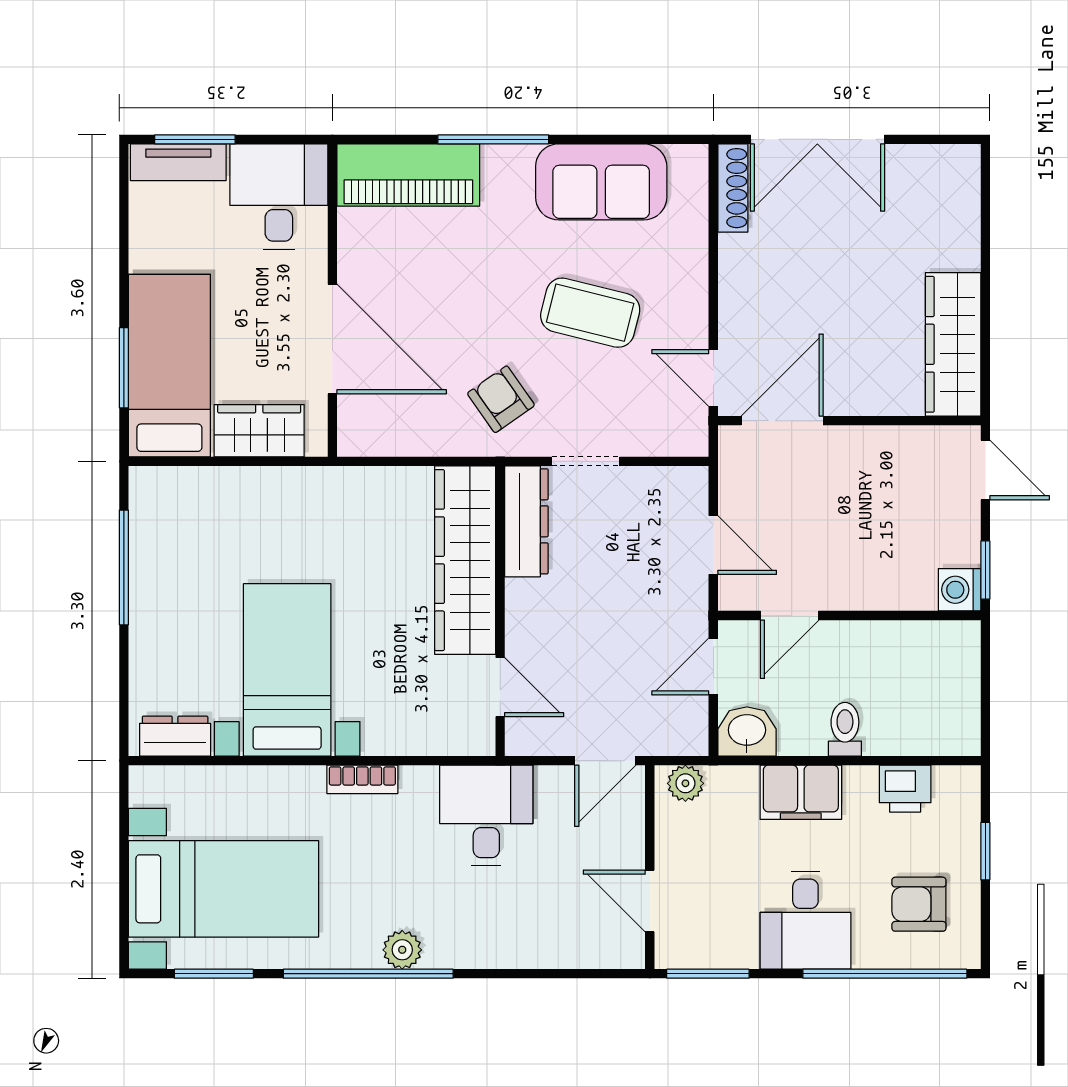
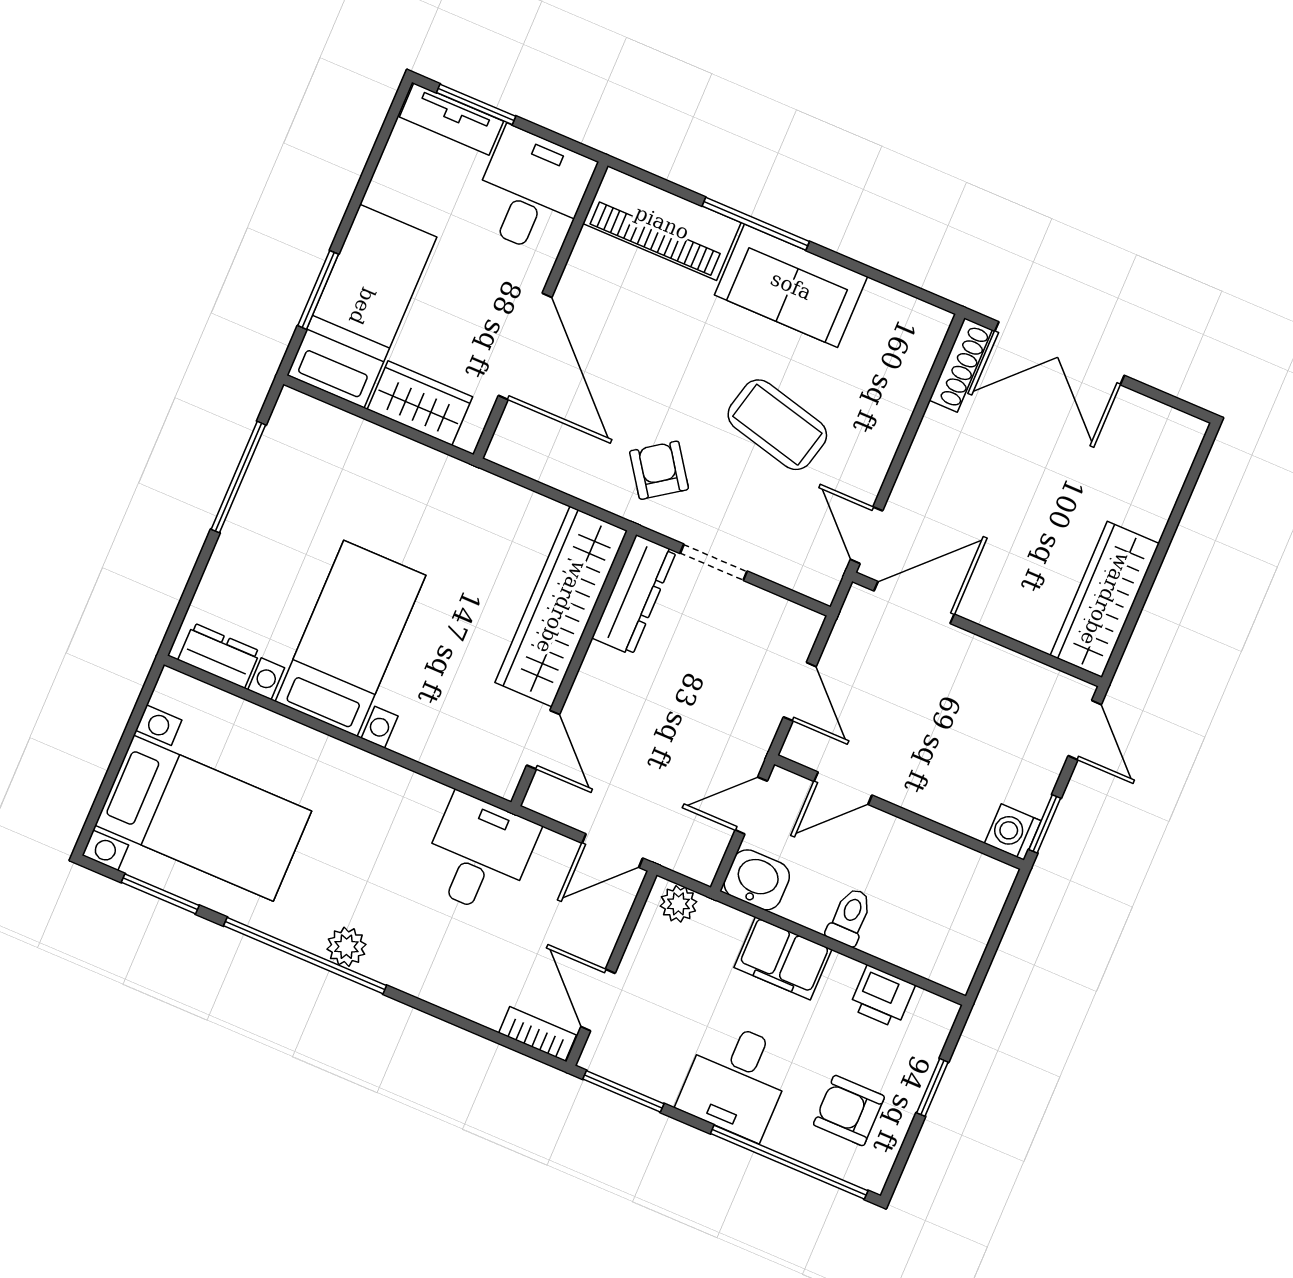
sofa: (601, 182) -> (791, 286), moved
bookcase: (362, 779) -> (537, 1034), moved, turned 180

